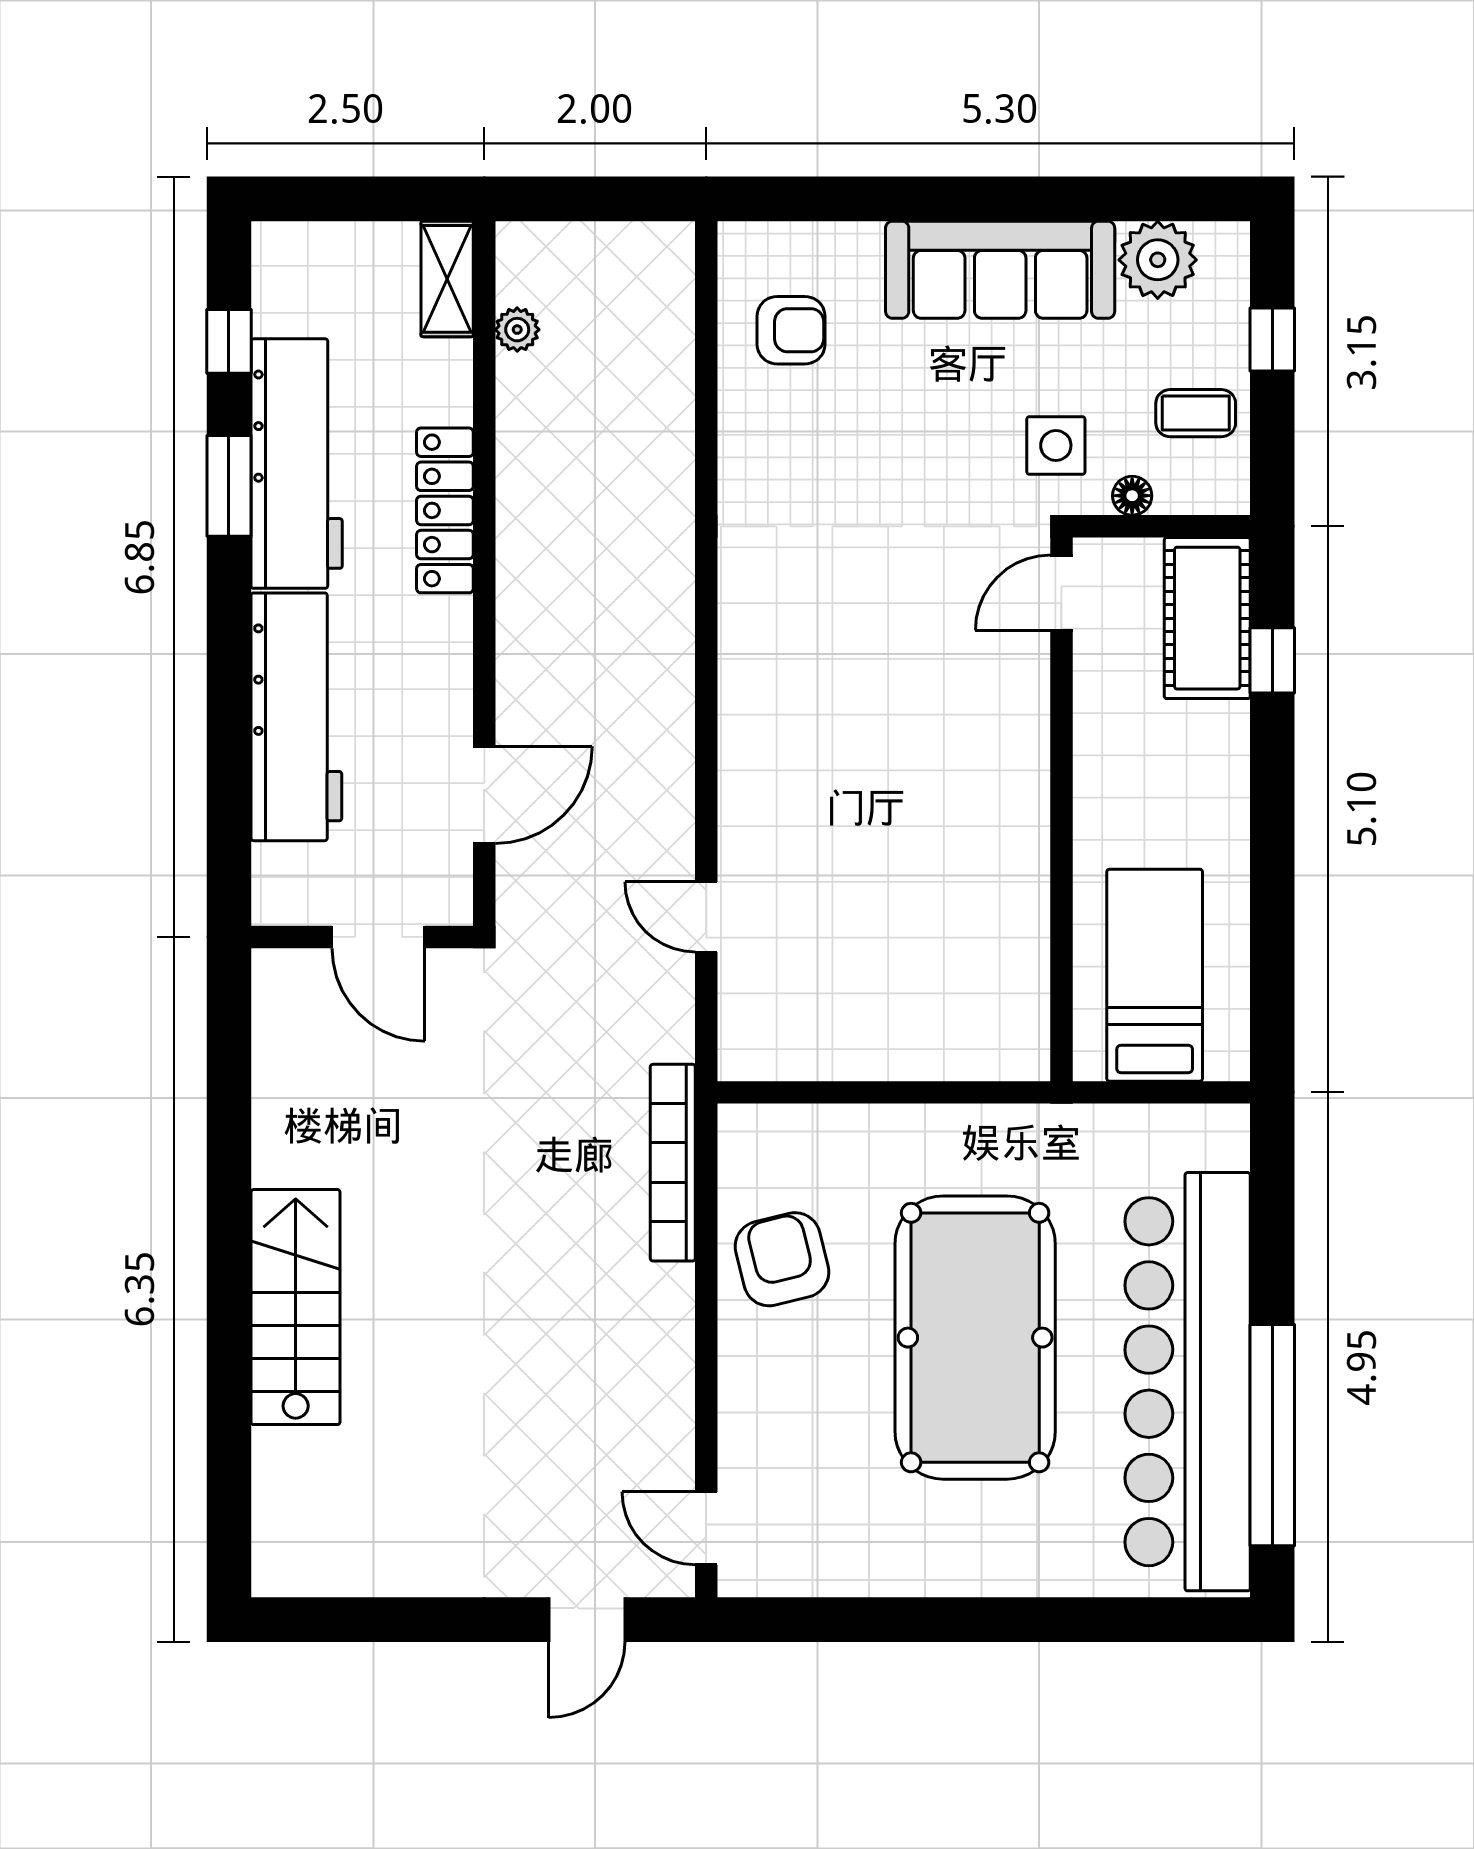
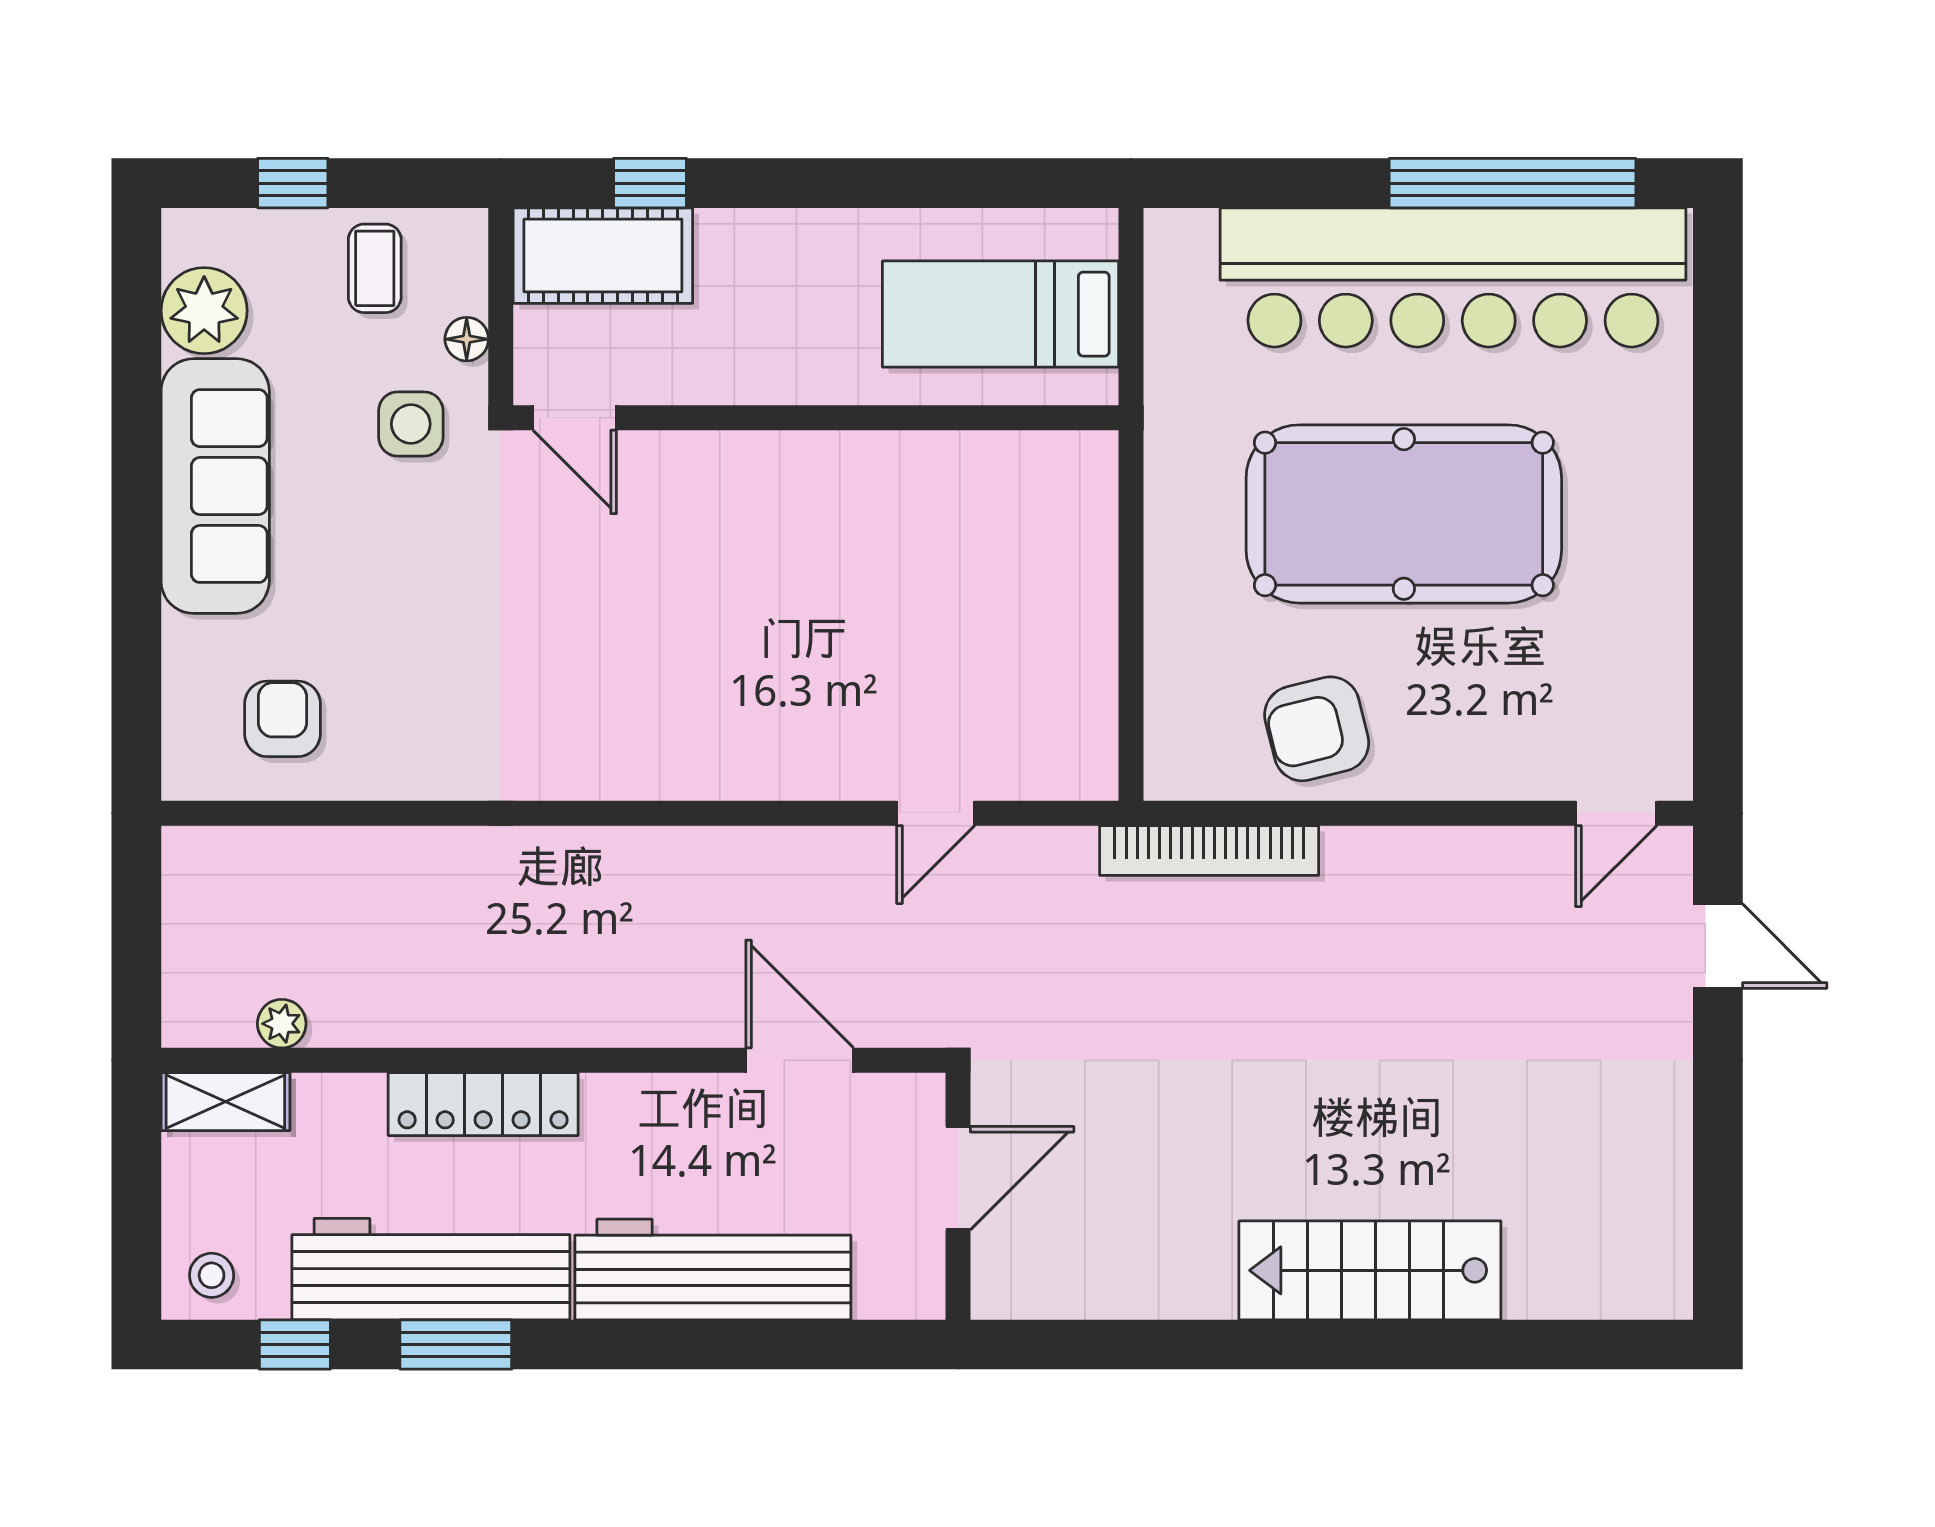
stool: (291, 267) -> (212, 1275), added

